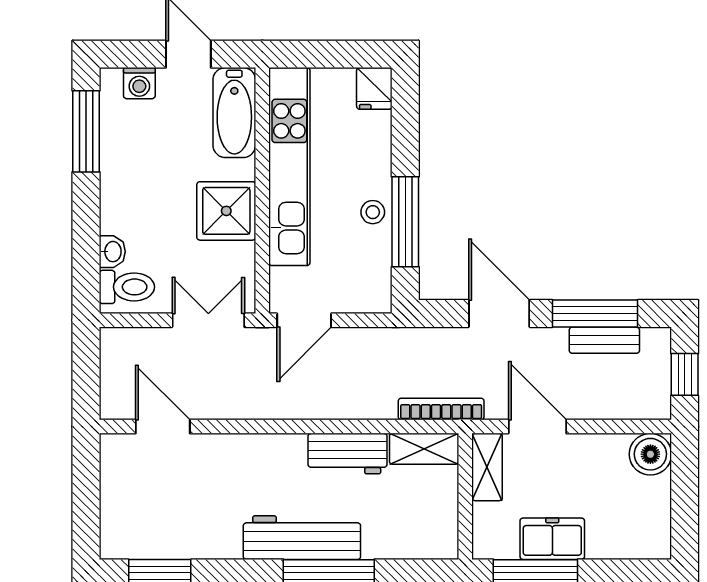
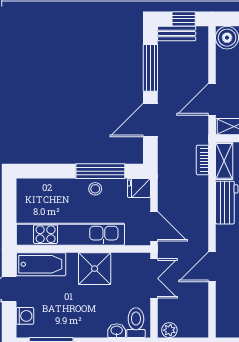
fridge: (374, 88) -> (139, 188), moved, turned 180
double door: (208, 320) -> (154, 278), swing flipped
bench: (604, 340) -> (177, 33), moved, turned 90
plant: (113, 348) -> (169, 330), added
bookcase: (441, 409) -> (202, 160), width x0.64
door: (163, 427) -> (212, 267), moved

